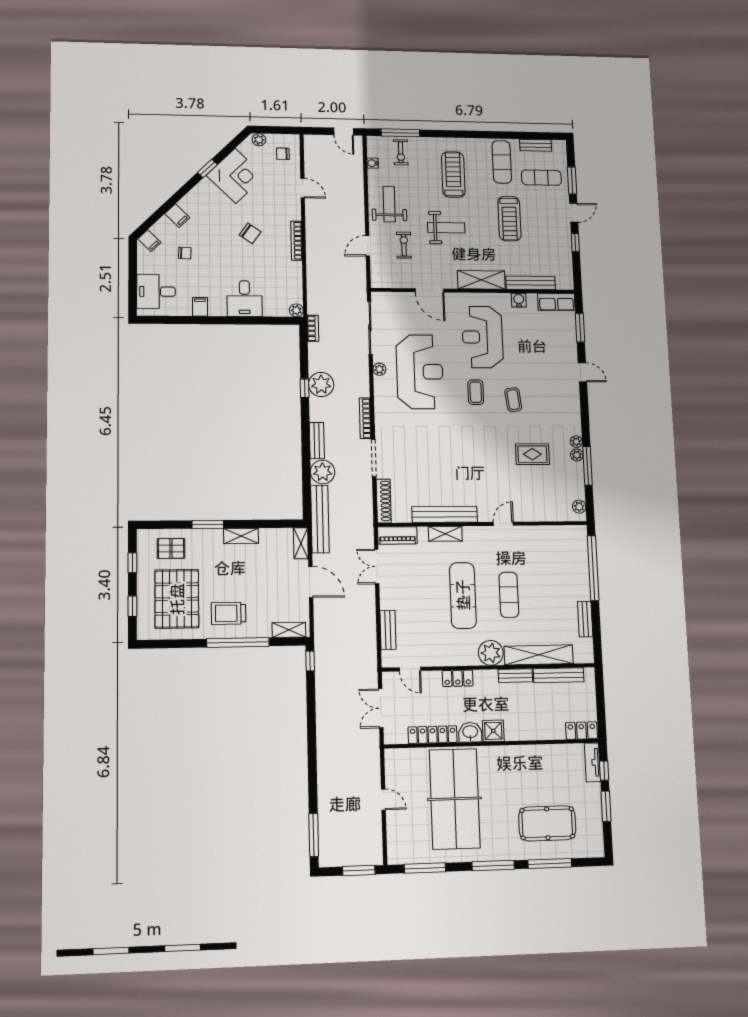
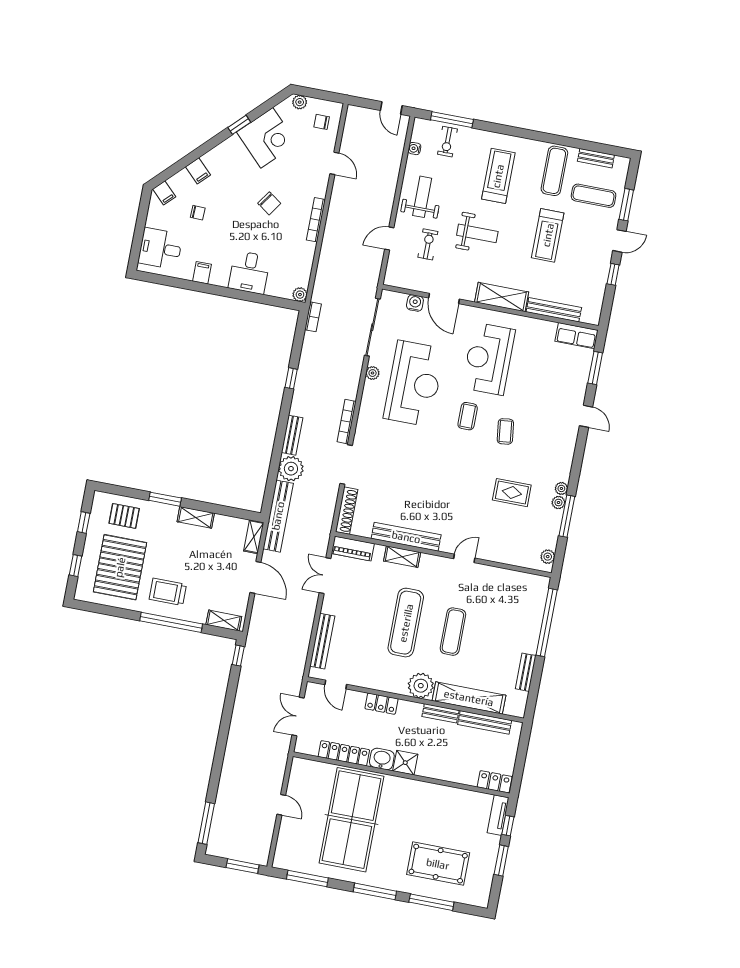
water cooler: (519, 300) -> (415, 303), moved
plant: (321, 385) -> (309, 378), removed
bench: (388, 630) -> (322, 641), width x1.36

